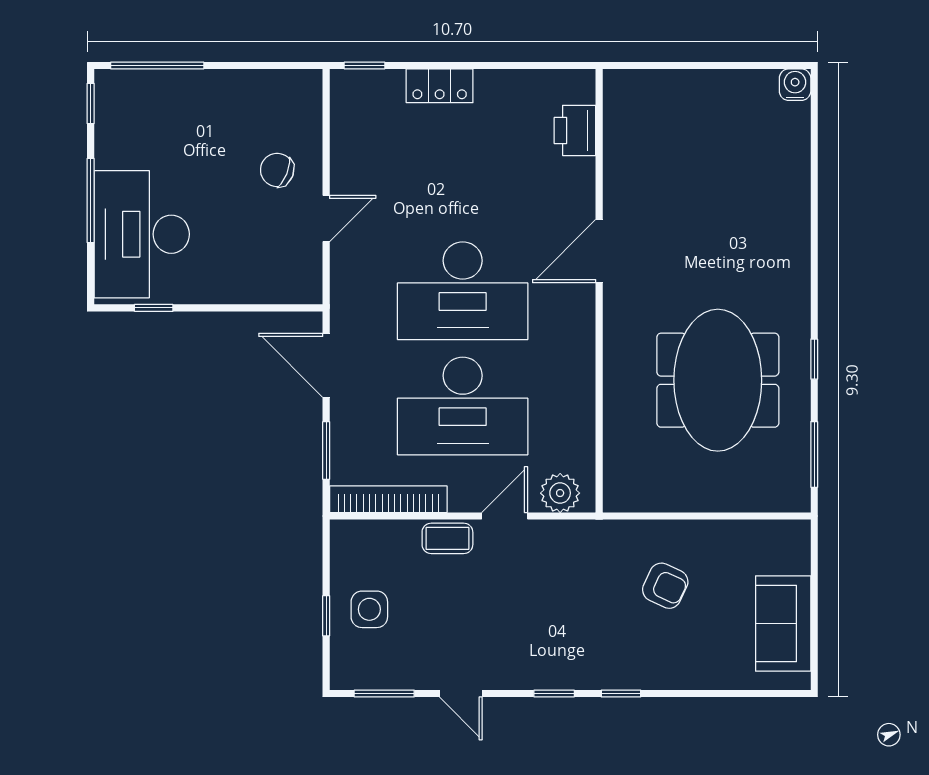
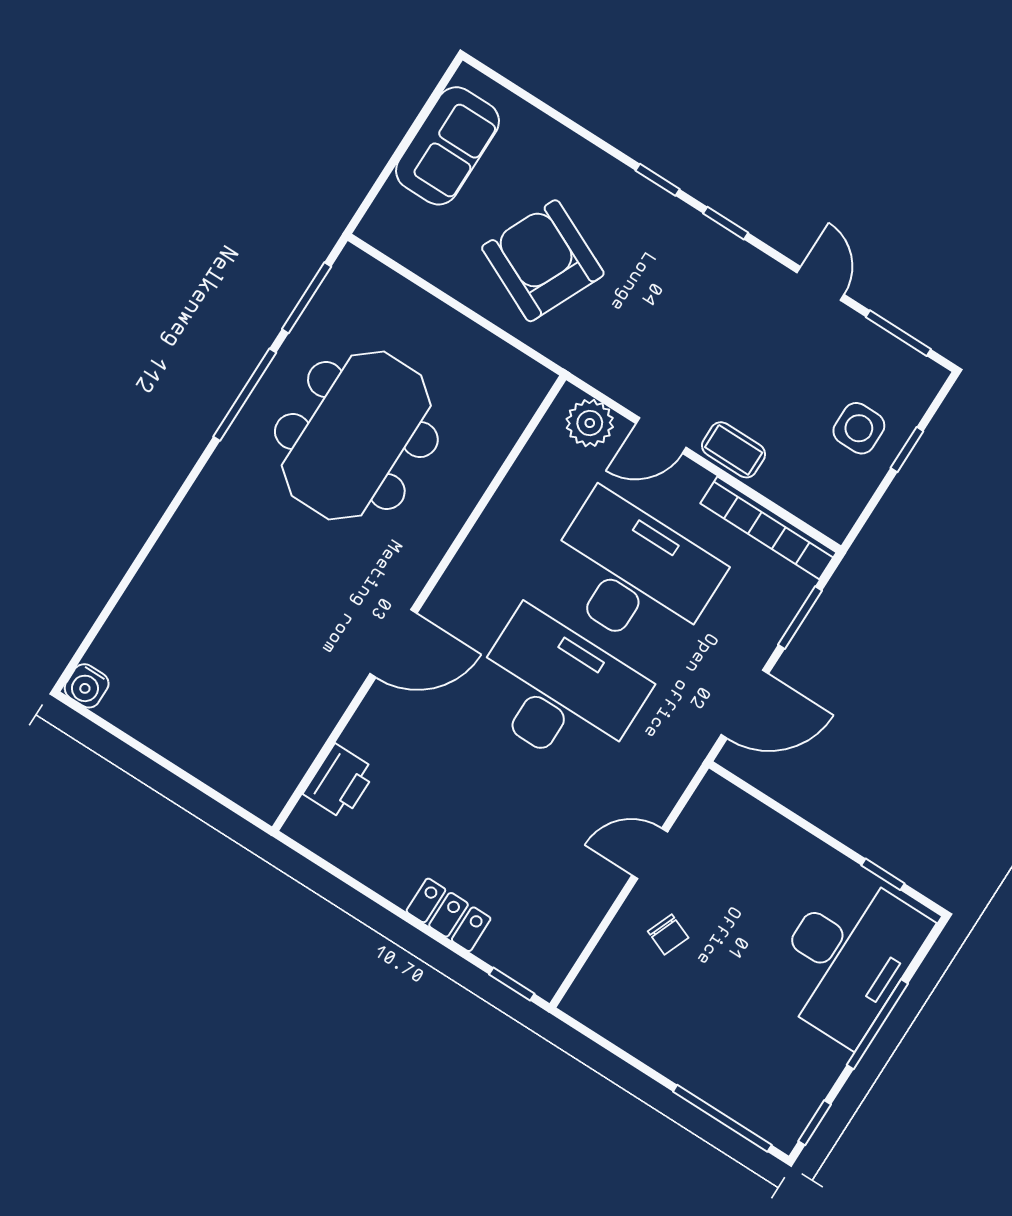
chair: (277, 170) -> (668, 934), width x0.73, depth x0.73
window: (814, 359) -> (245, 395), width x2.17
door: (326, 365) -> (745, 704), hinge flipped
armchair: (665, 586) -> (543, 261), width x1.88, depth x1.88

